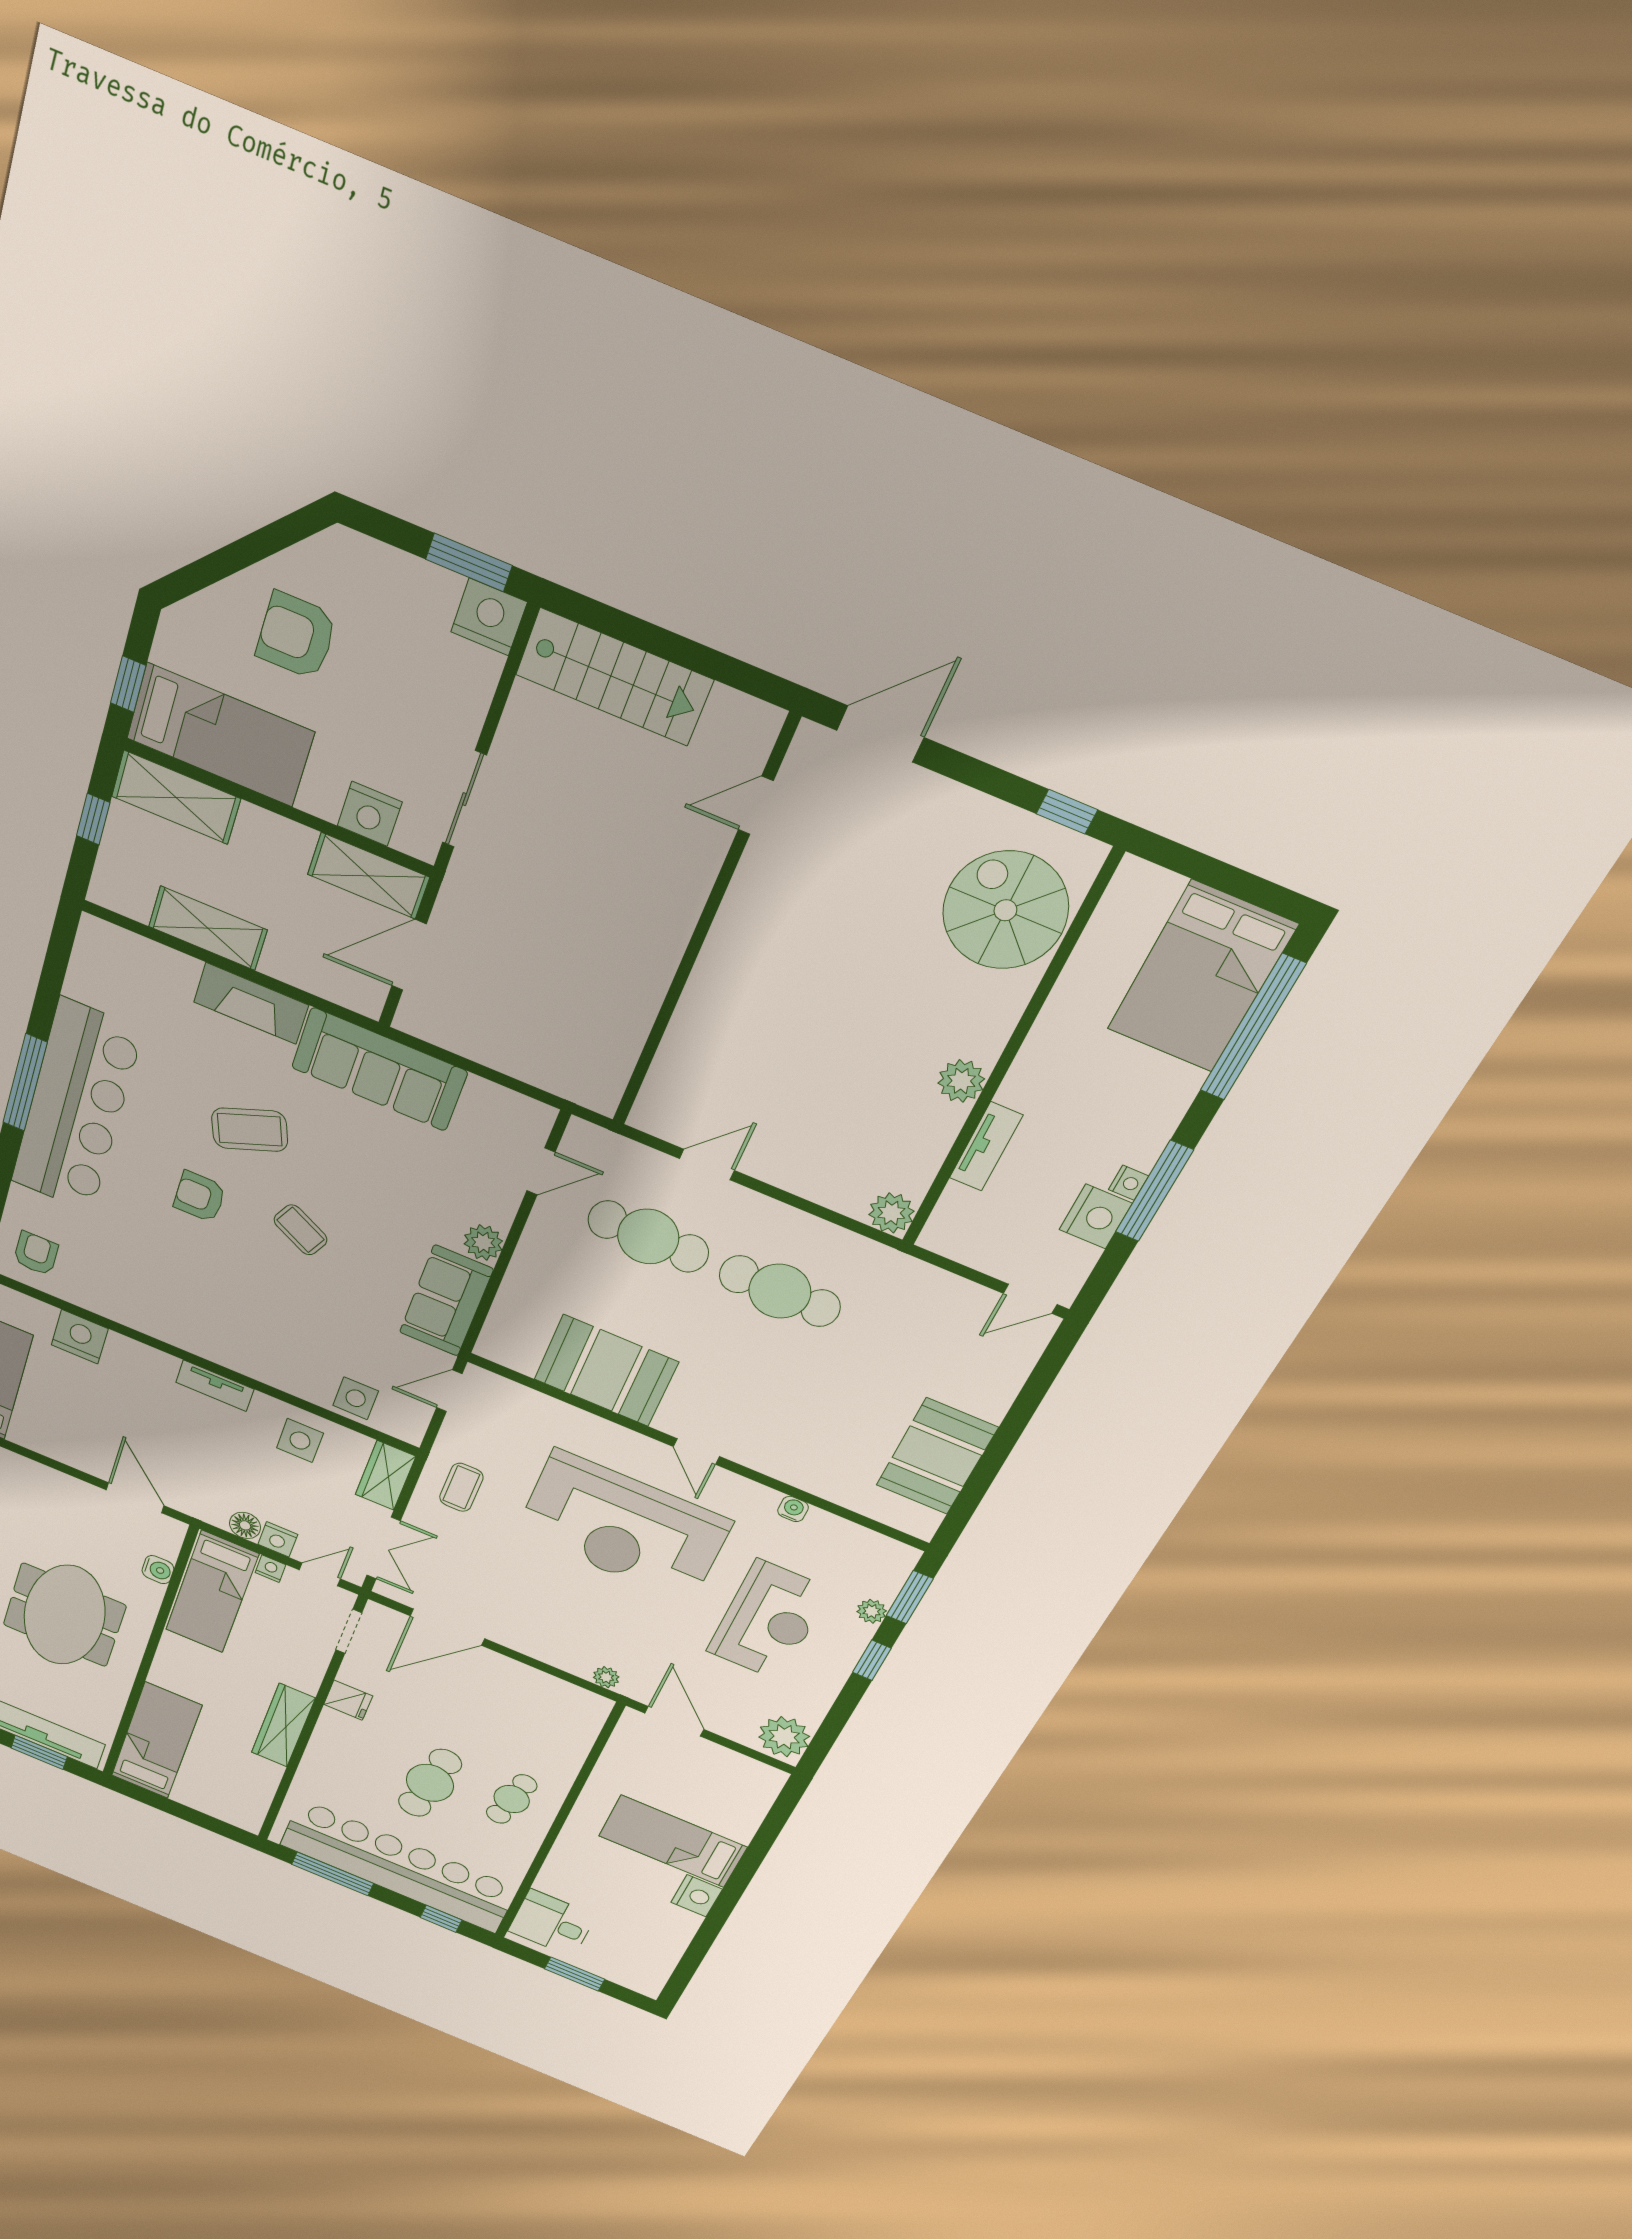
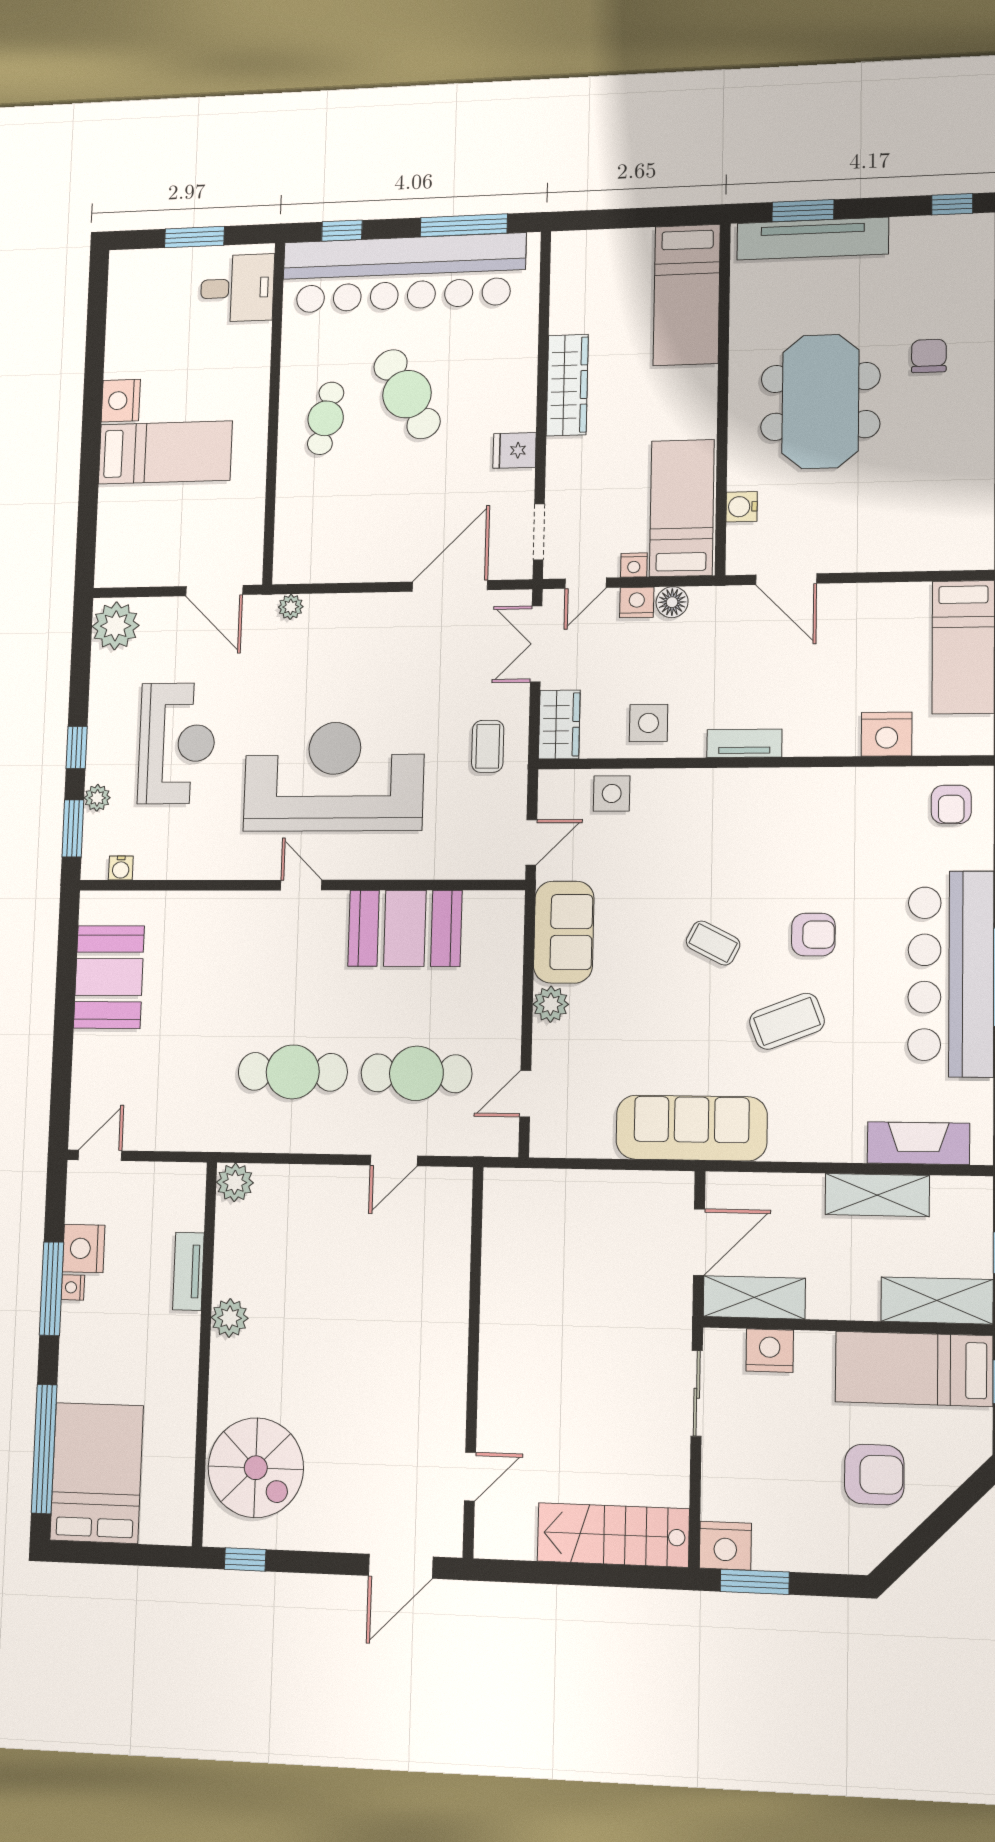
fireplace: (251, 1004) -> (918, 1143), moved
water cooler: (793, 1509) -> (121, 868), moved
reception desk: (768, 1620) -> (177, 743), turned 180
cafe table: (430, 1783) -> (407, 394), turned -38

